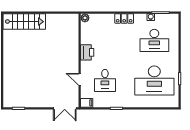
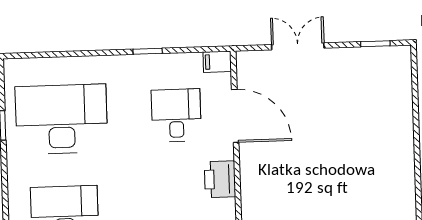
door: (80, 79) -> (235, 116), width x1.88
double door: (65, 108) -> (298, 46), moved

